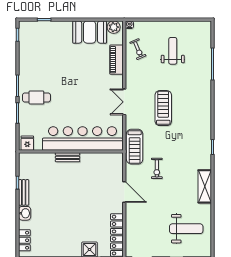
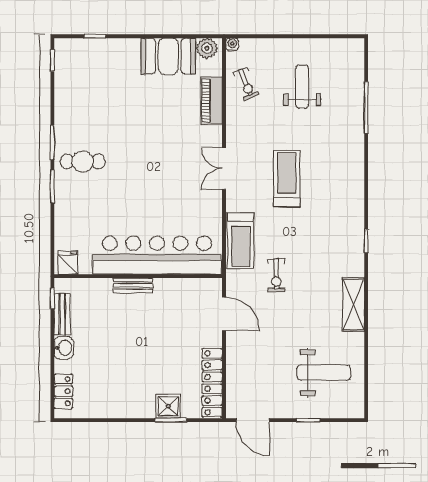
bar counter: (83, 138) -> (157, 255), moved
fridge: (27, 143) -> (68, 263), moved
wall: (71, 152) -> (138, 276), moved
bench: (68, 157) -> (133, 285), moved

